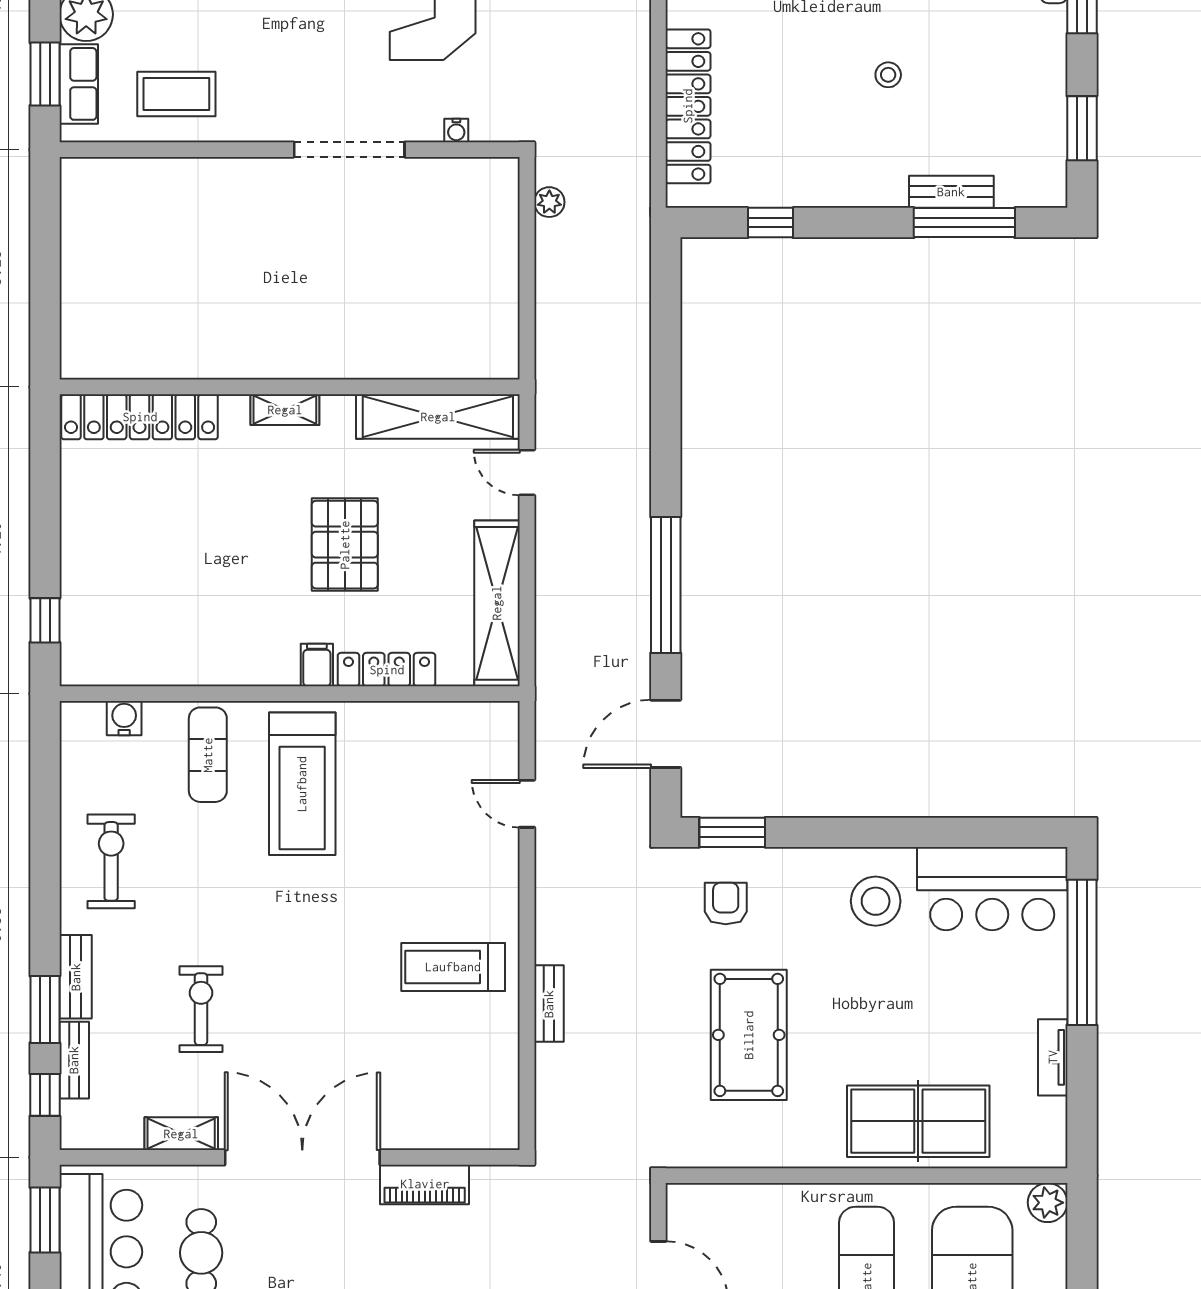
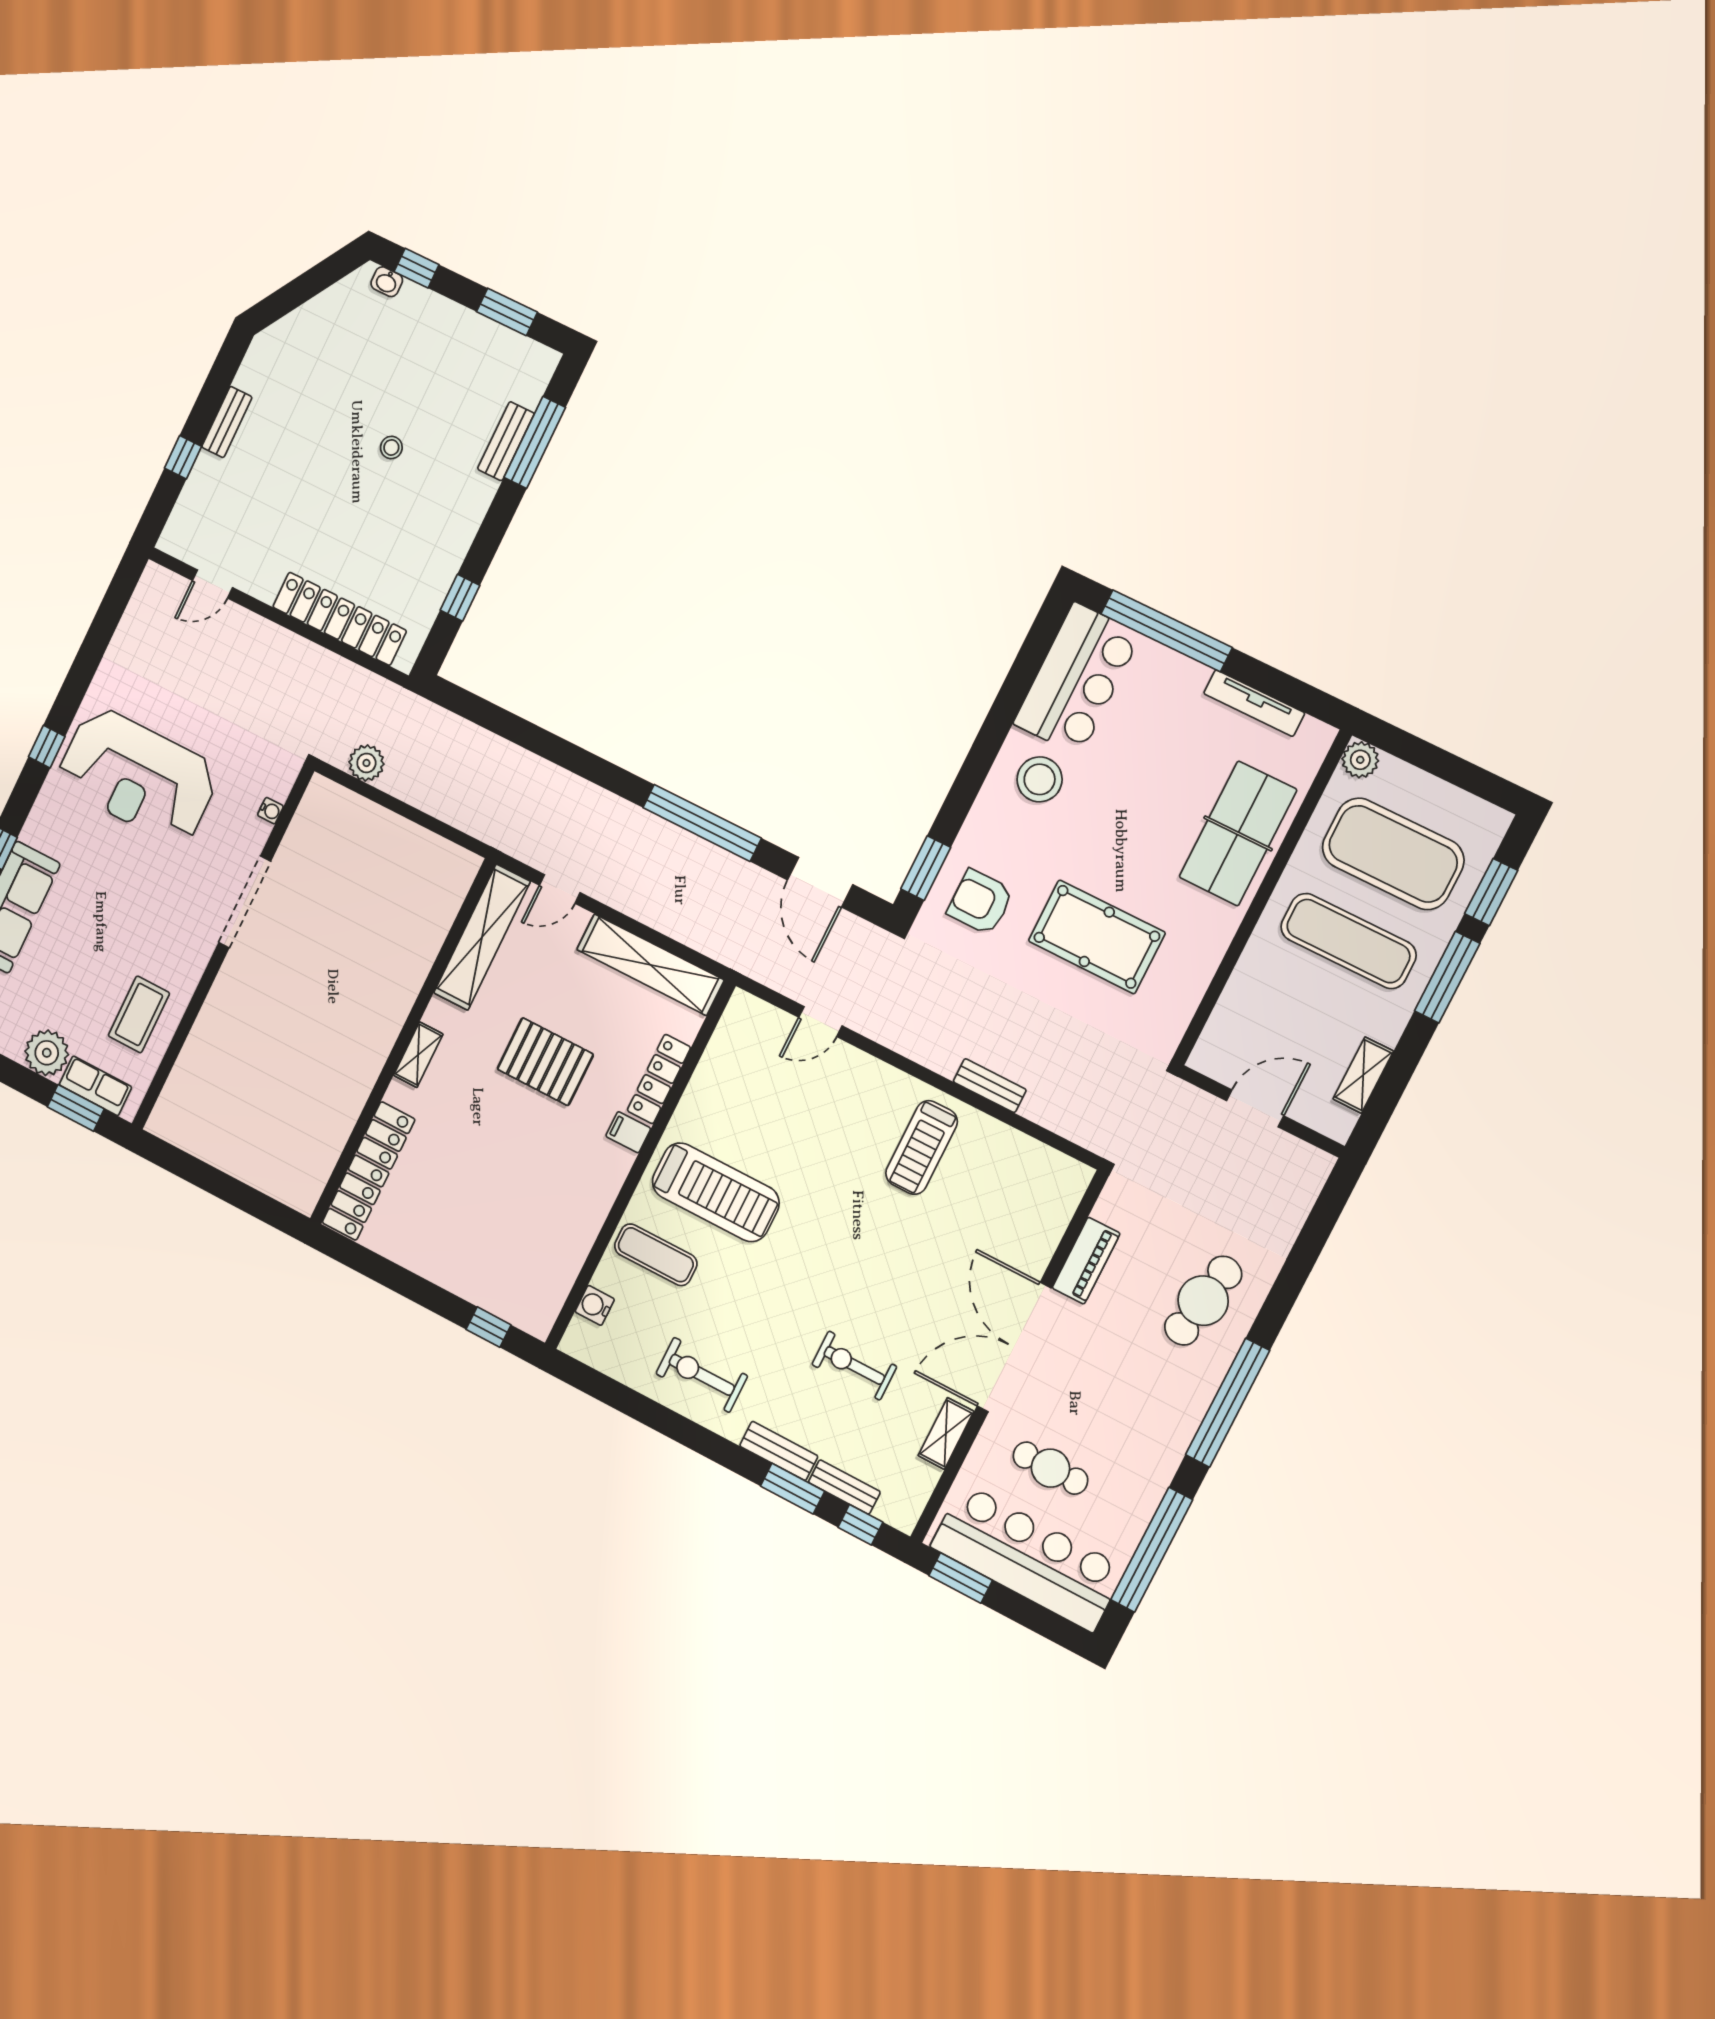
plant: (549, 202) -> (366, 763), width x1.38, depth x1.38
armchair: (726, 903) -> (980, 902), width x1.38, depth x1.38
tv unit: (1053, 1057) -> (1254, 703), width x1.41

